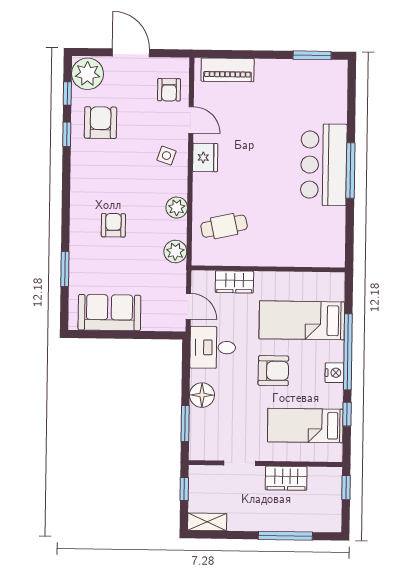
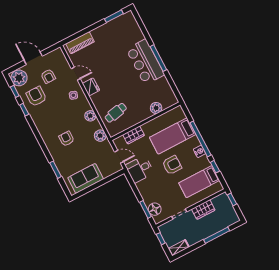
armchair: (169, 90) -> (48, 76), moved
plant: (299, 256) -> (156, 108), added
floor lamp: (202, 395) -> (155, 209), moved

